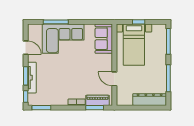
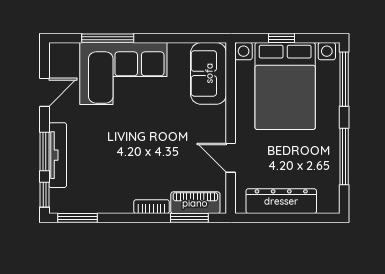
bed with nightstands: (134, 45) -> (285, 86), width x1.36
door: (26, 48) -> (45, 92), hinge flipped
dresser: (150, 100) -> (281, 201), moved

